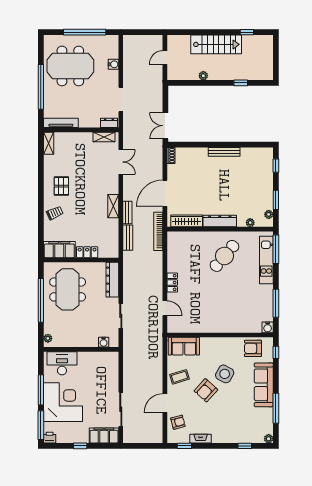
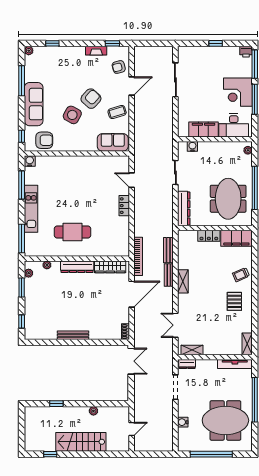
cafe table: (224, 256) -> (72, 232), turned 50
kitchen unit: (266, 260) -> (31, 209), moved
corner desk: (63, 402) -> (238, 92), width x0.74, depth x0.74
filing cabinet: (104, 436) -> (204, 130), moved, turned 180

